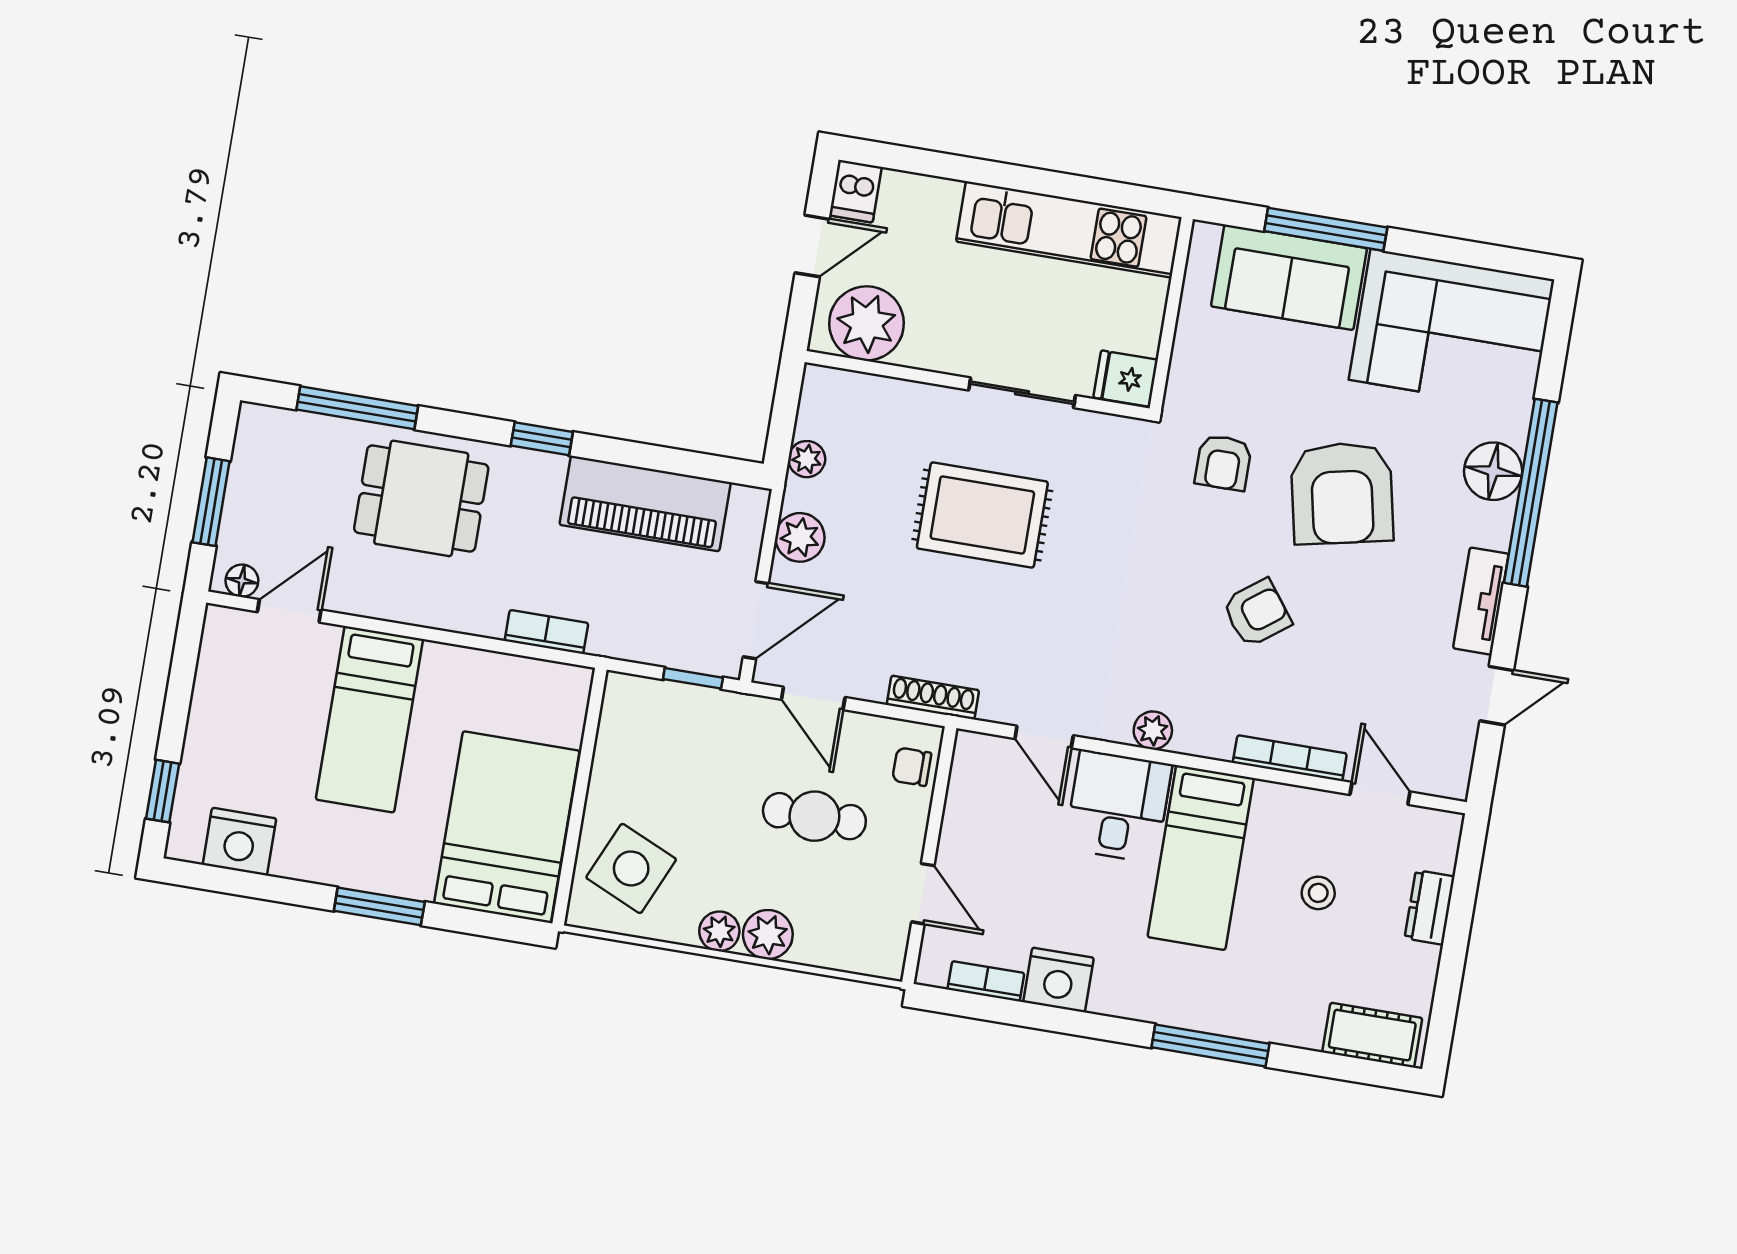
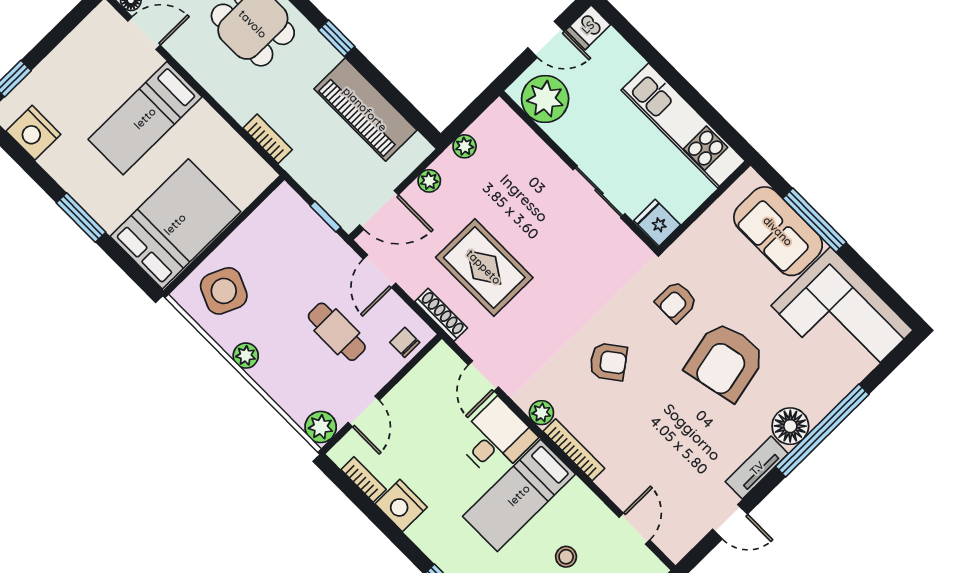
floor lamp: (1493, 471) -> (790, 426), moved
rug: (982, 515) -> (484, 267), moved
plant: (800, 537) -> (429, 181), width x0.73, depth x0.73
armchair: (1257, 613) -> (608, 362), moved
bookcase: (1290, 758) -> (574, 450), moved
plant: (768, 935) -> (321, 427), moved

